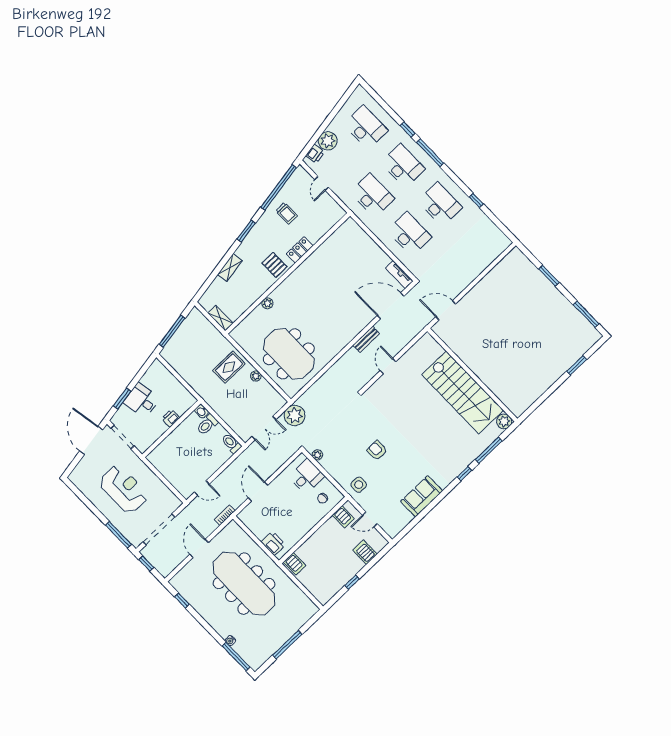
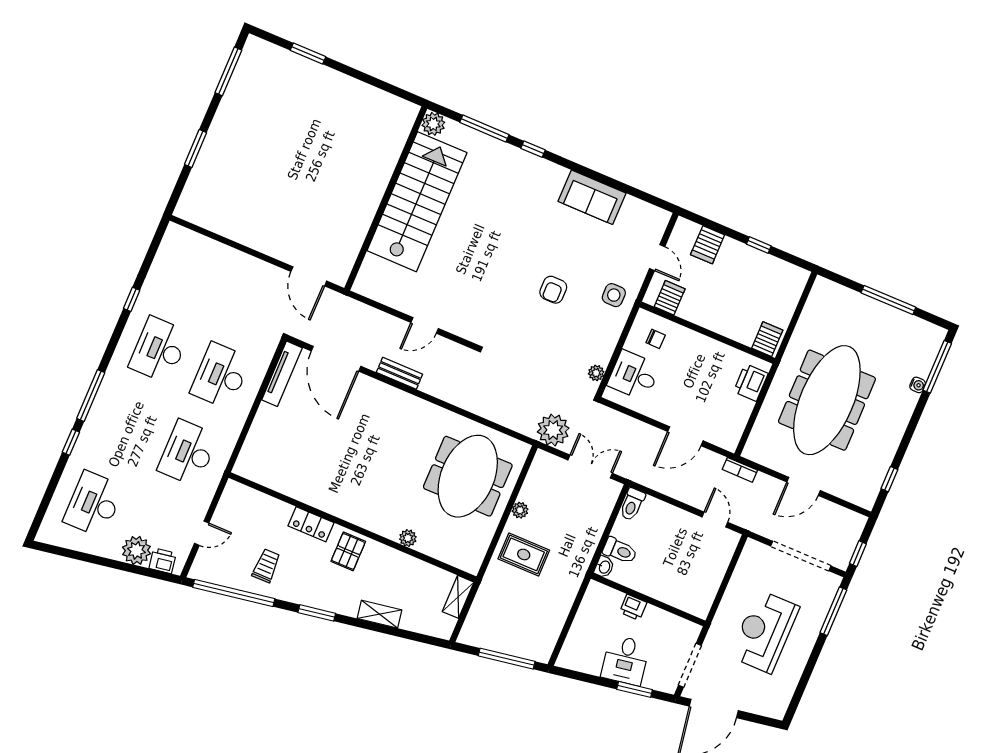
desk: (403, 166) -> (126, 427), removed
tv unit: (399, 275) -> (282, 374), width x1.41

